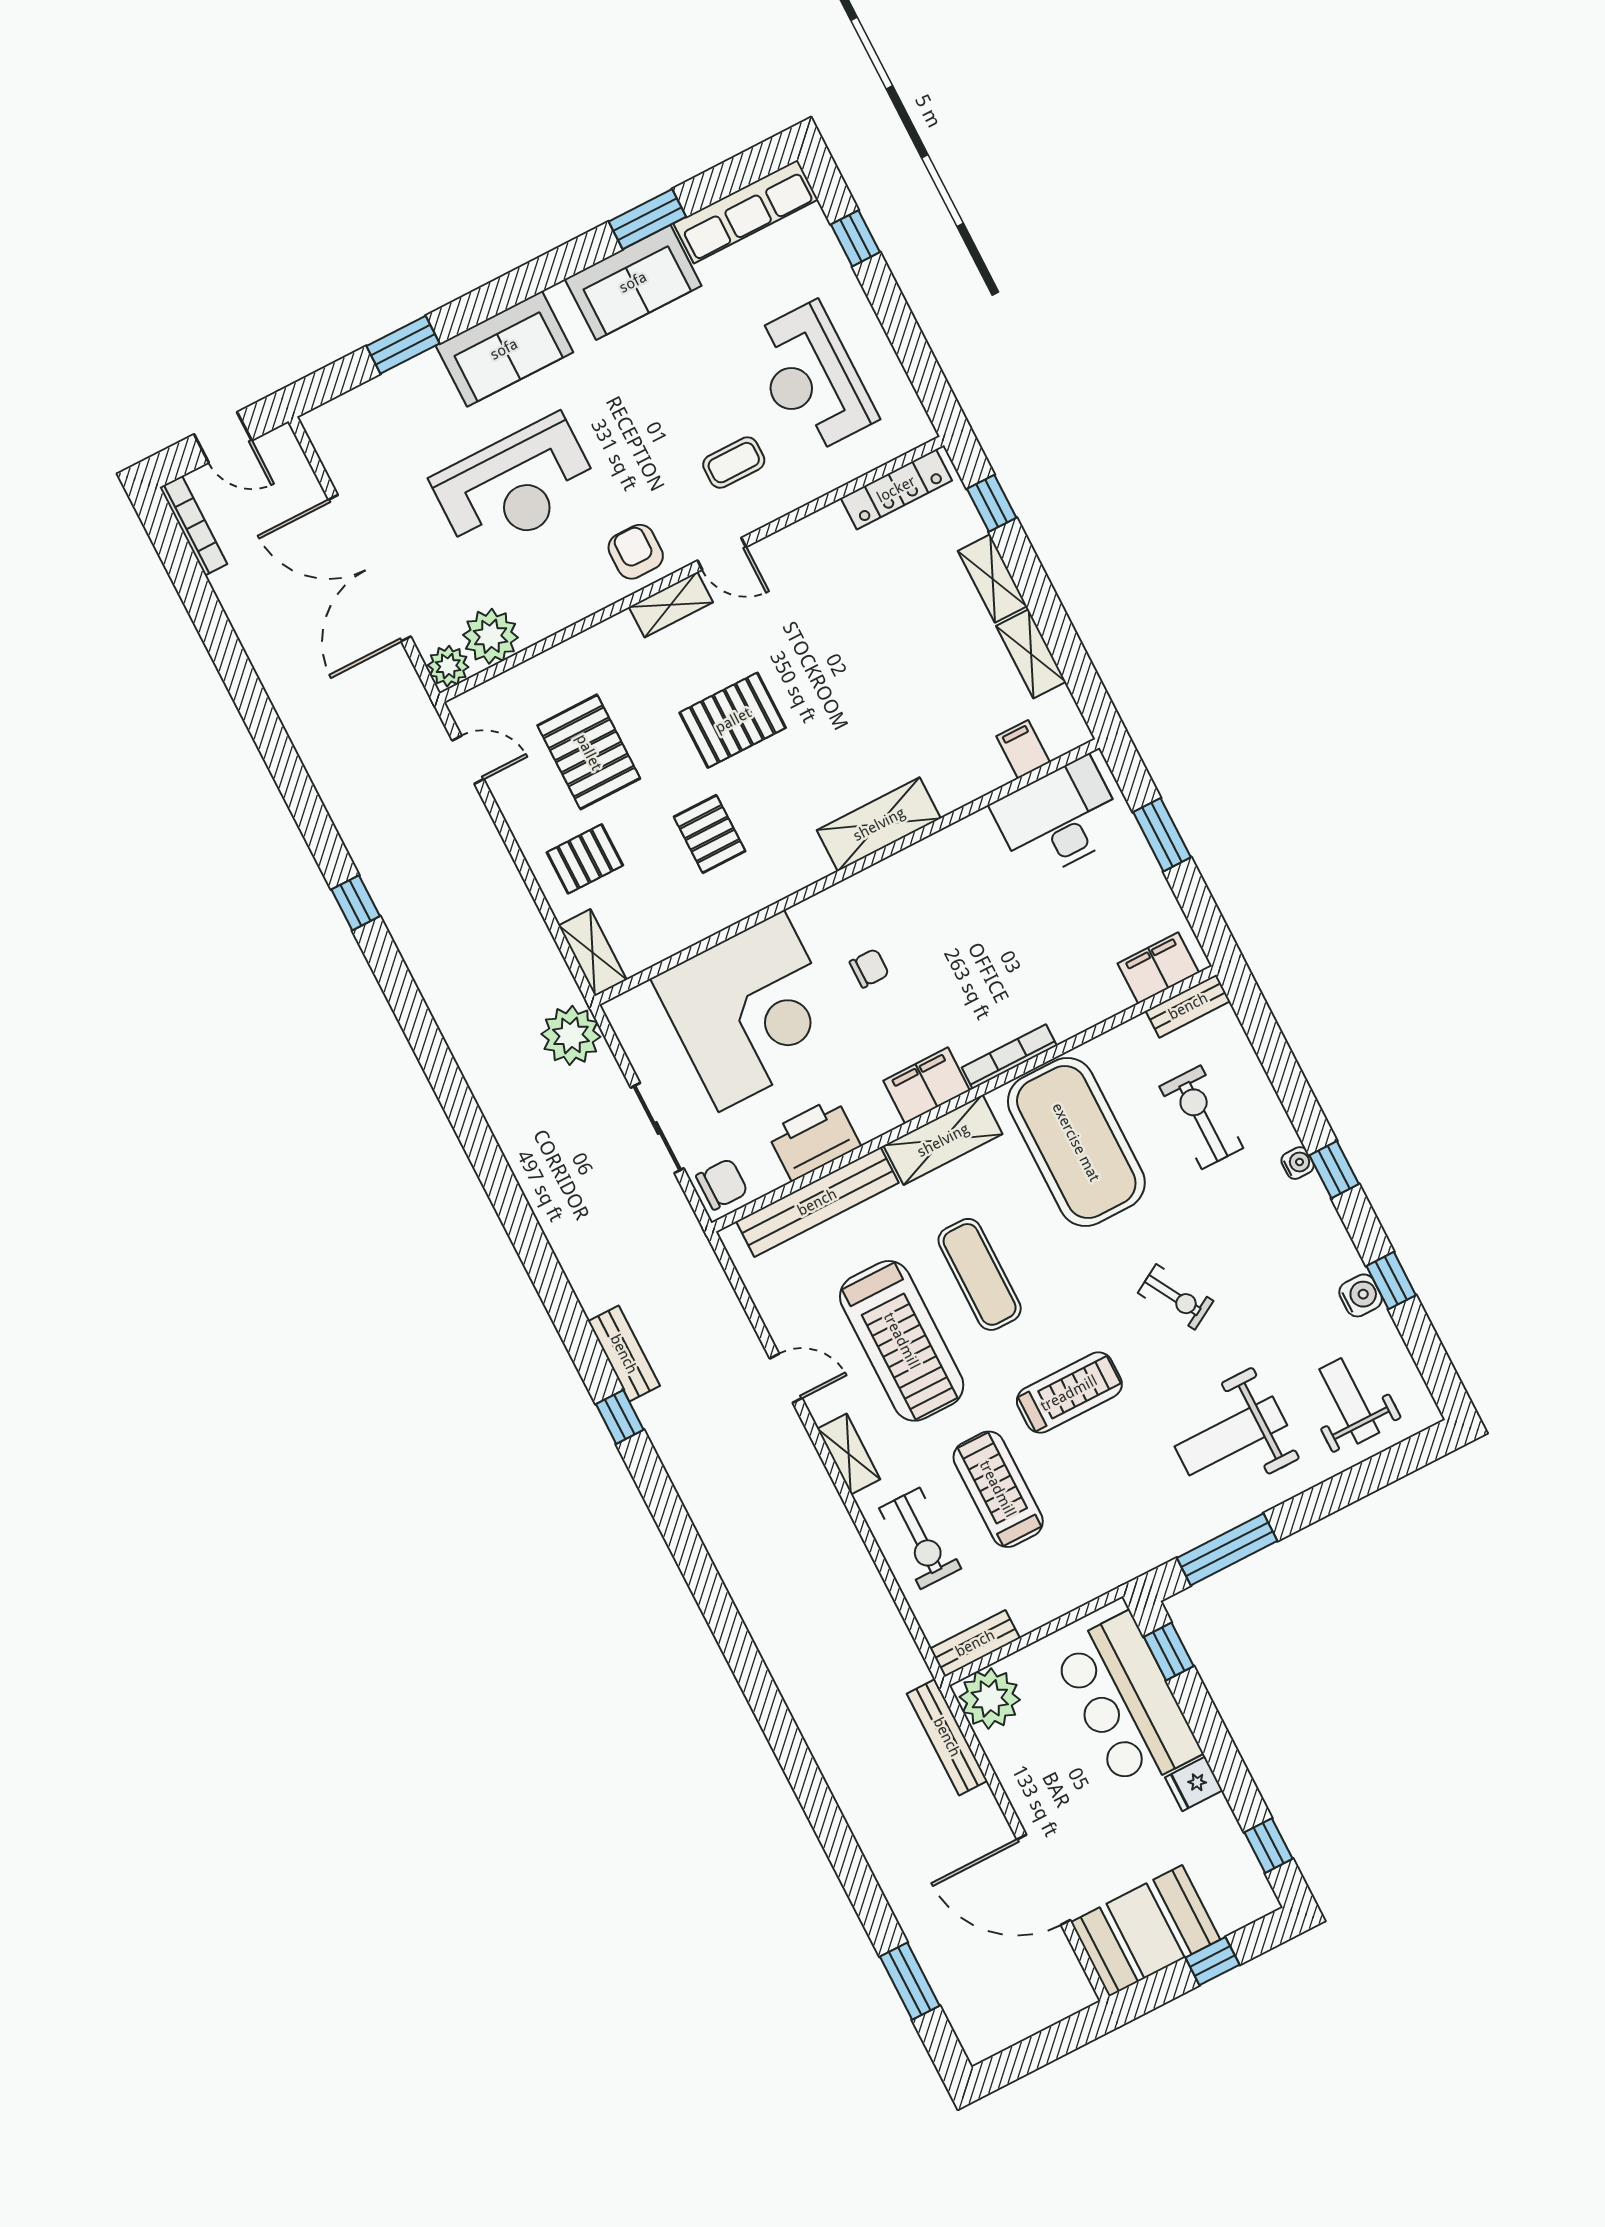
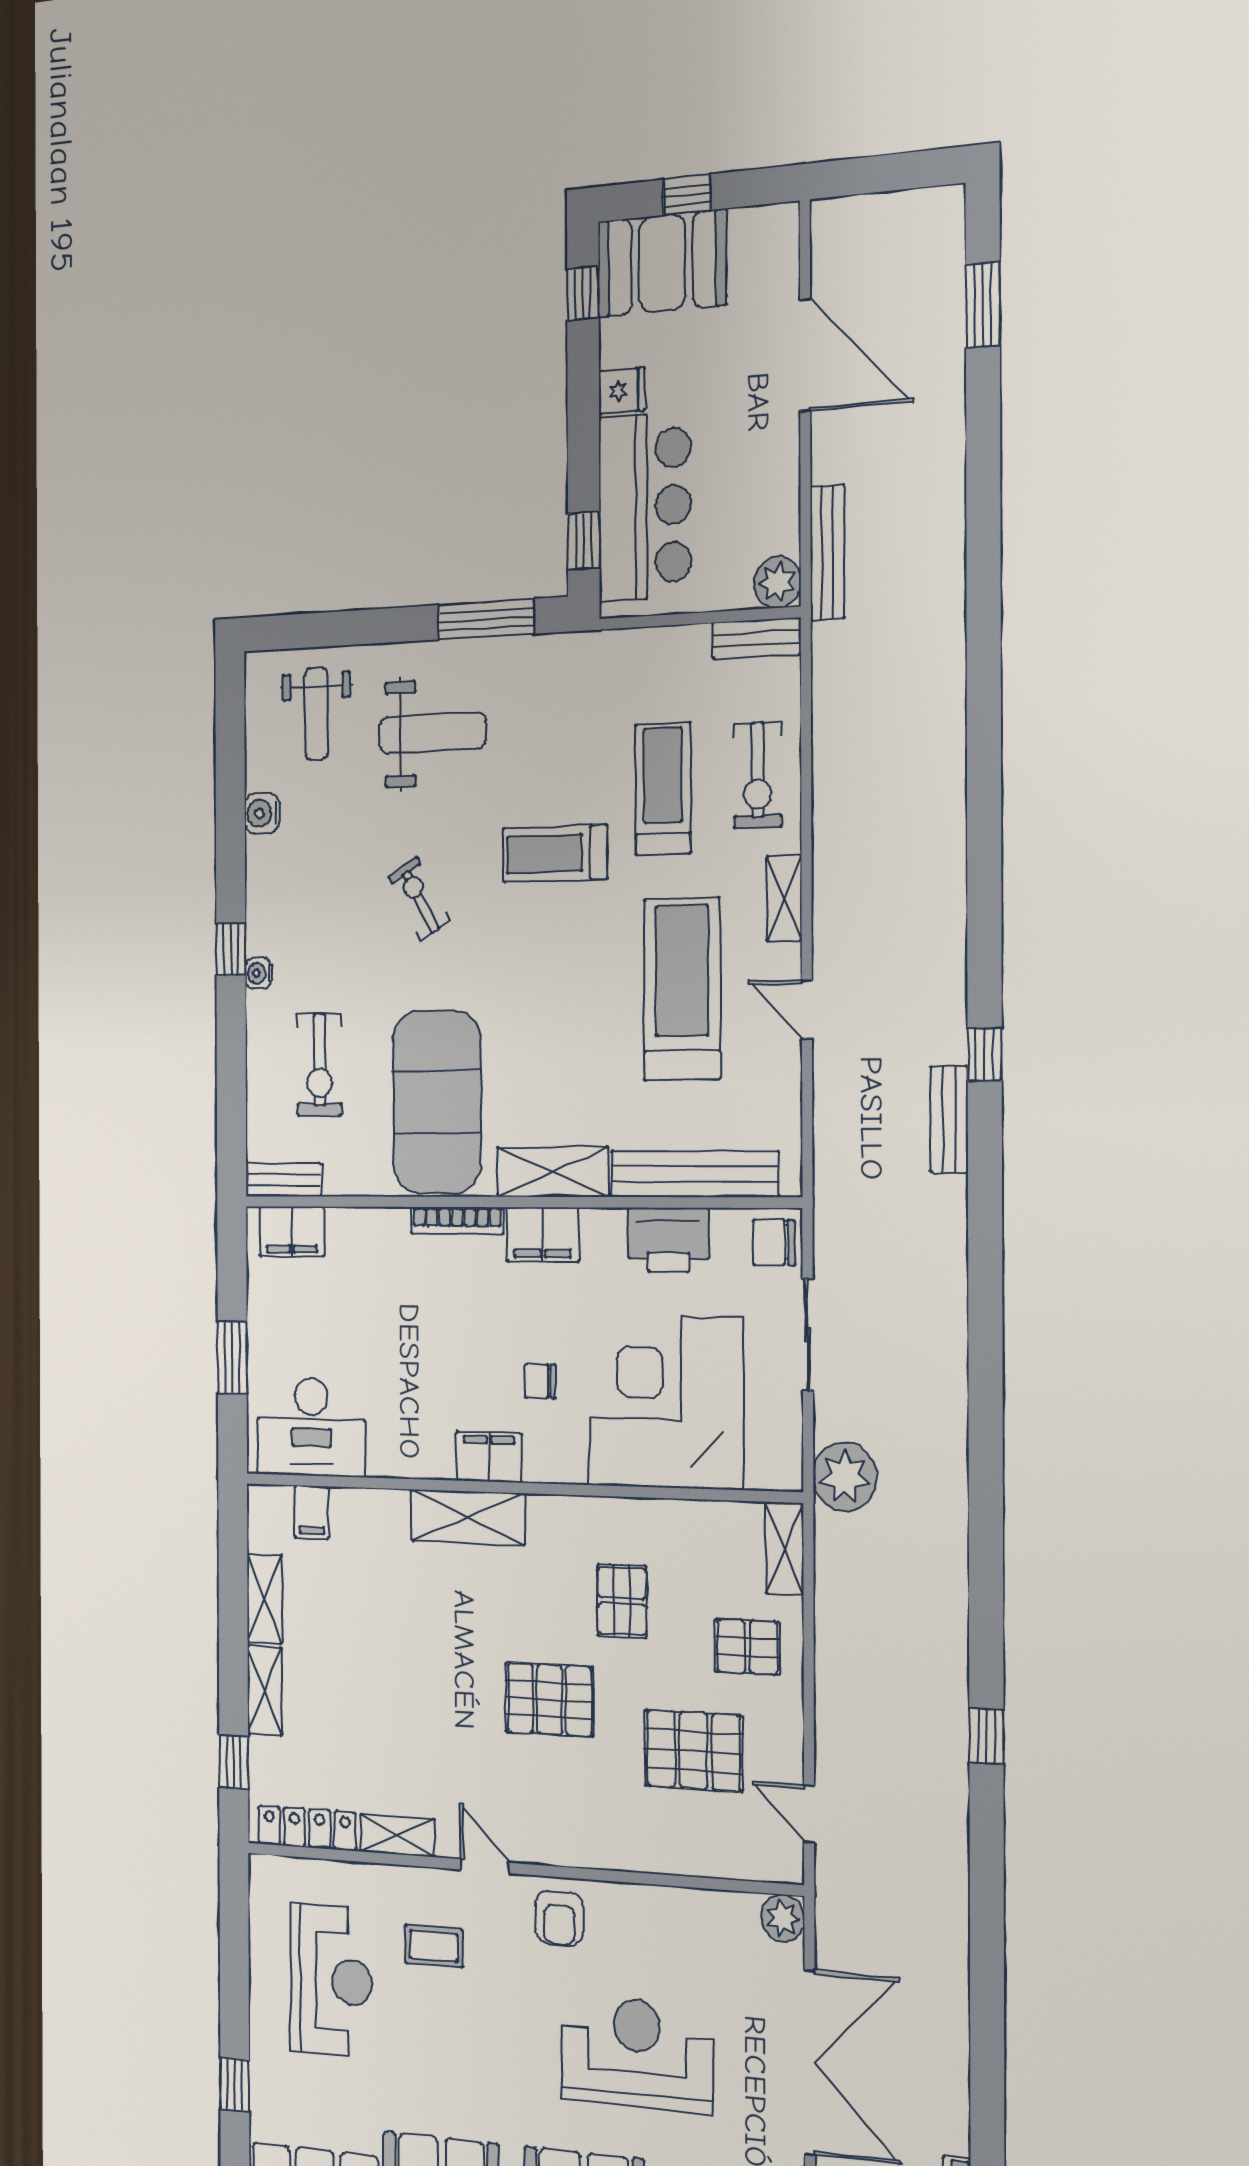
shelving: (671, 605) -> (397, 1835), moved
plant: (491, 636) -> (730, 1922), removed
pallet: (589, 752) -> (694, 1751), turned 90
filing cabinet: (884, 883) -> (489, 1457), added
exercise mat: (980, 1274) -> (581, 1018), removed
window: (1391, 1281) -> (230, 814), removed
treadmill: (998, 1489) -> (663, 788), turned 180
exercise bike: (920, 1538) -> (758, 775), turned 180
plant: (990, 1698) -> (777, 582), width x0.73, depth x0.73
booth: (1146, 1931) -> (662, 263), moved

